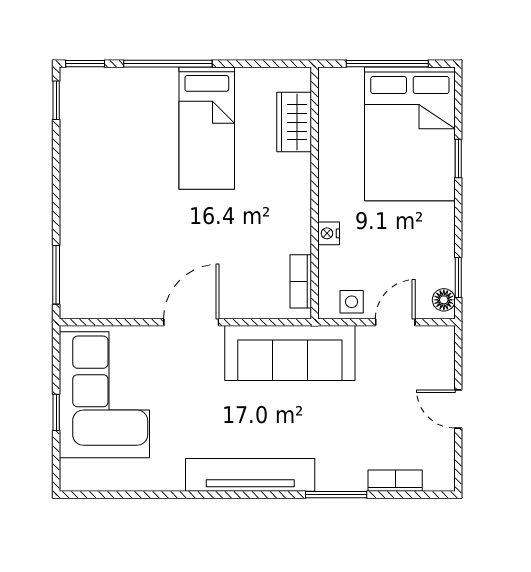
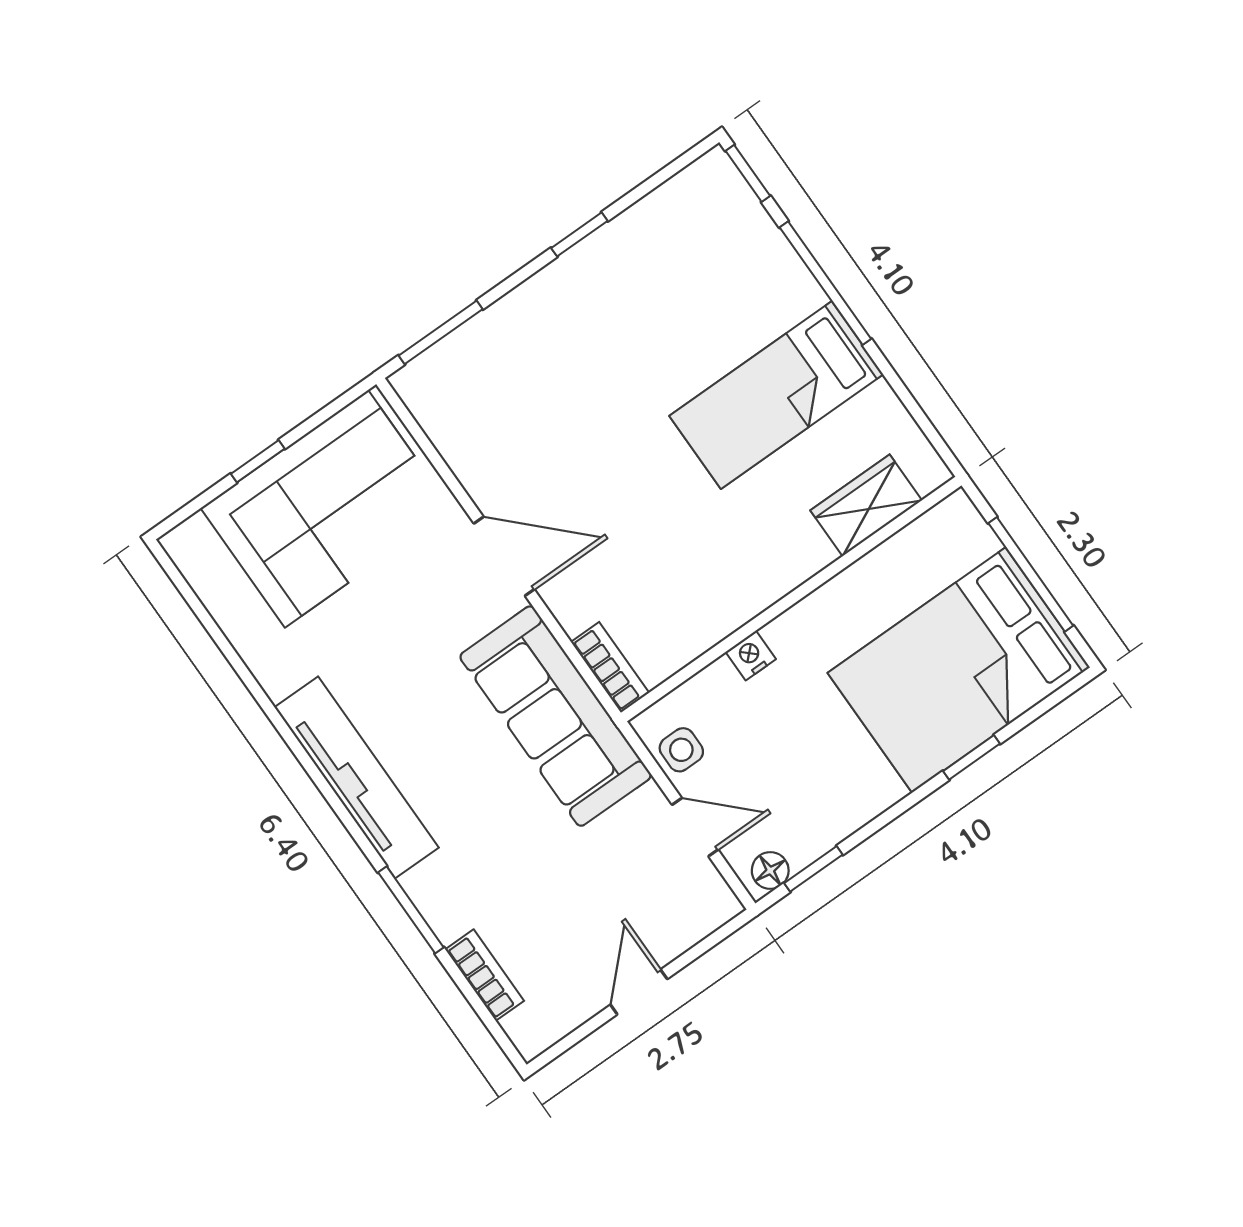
window: (56, 100) -> (579, 234), moved
bookcase: (301, 281) -> (610, 667), moved, turned 90

